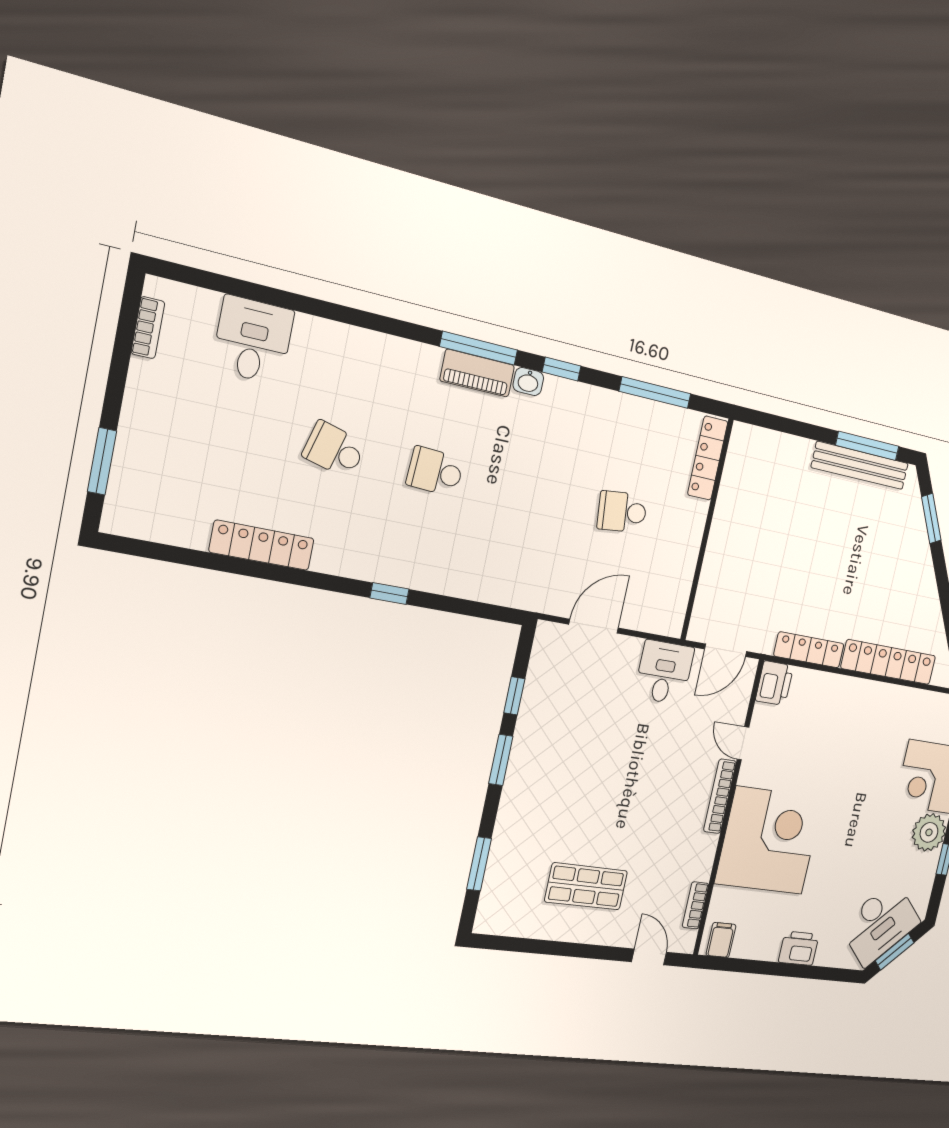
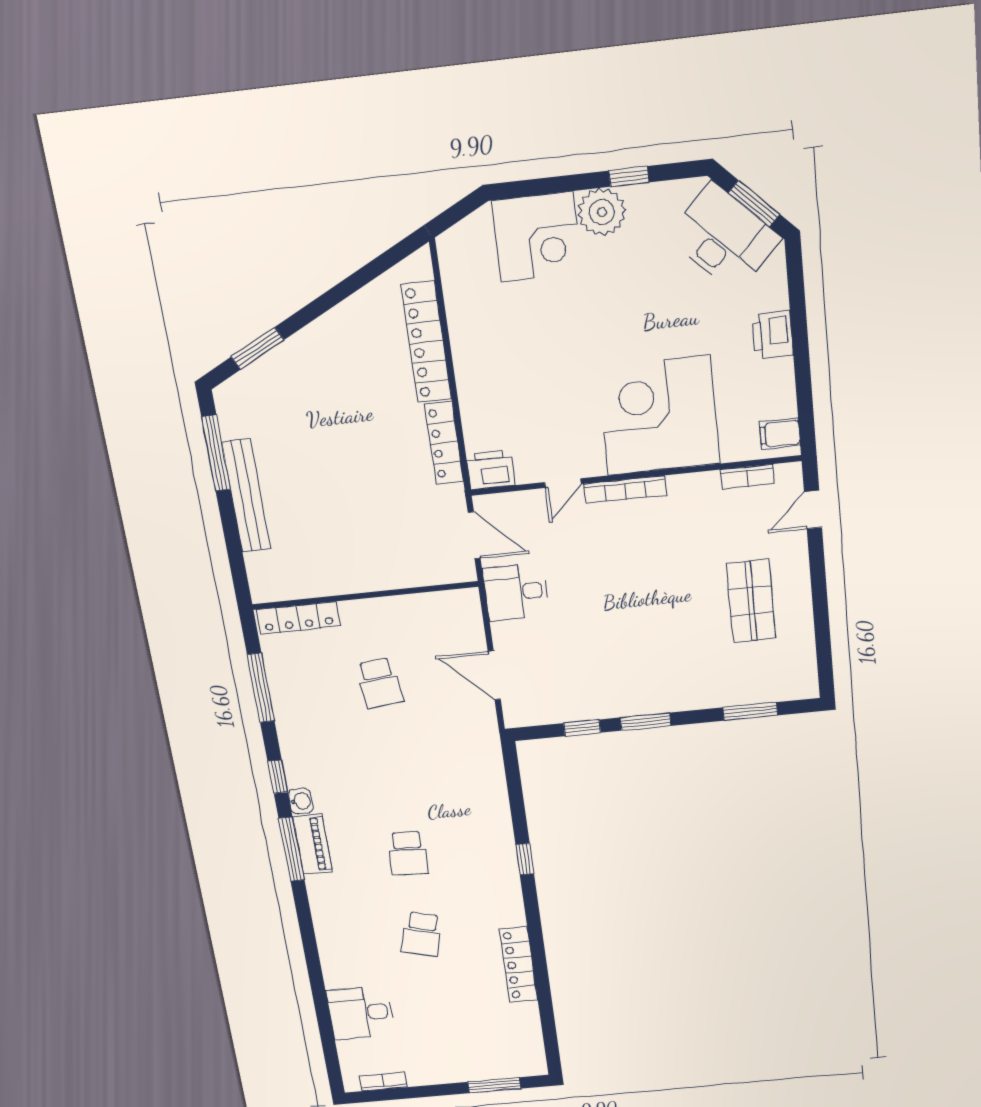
bench: (860, 465) -> (246, 496), moved

